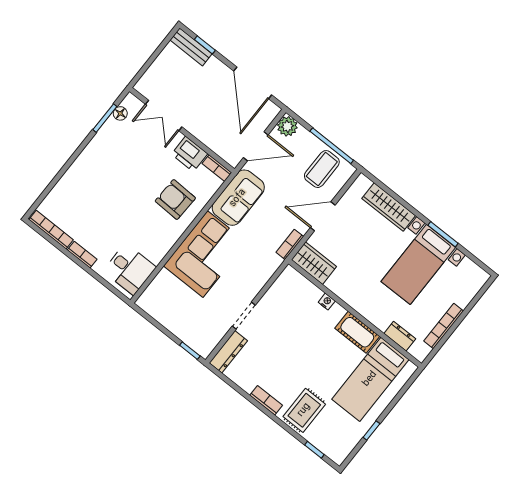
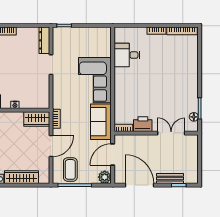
bench: (191, 47) -> (170, 179), moved
armchair: (175, 199) -> (132, 96), removed
desk: (129, 269) -> (127, 55), moved

